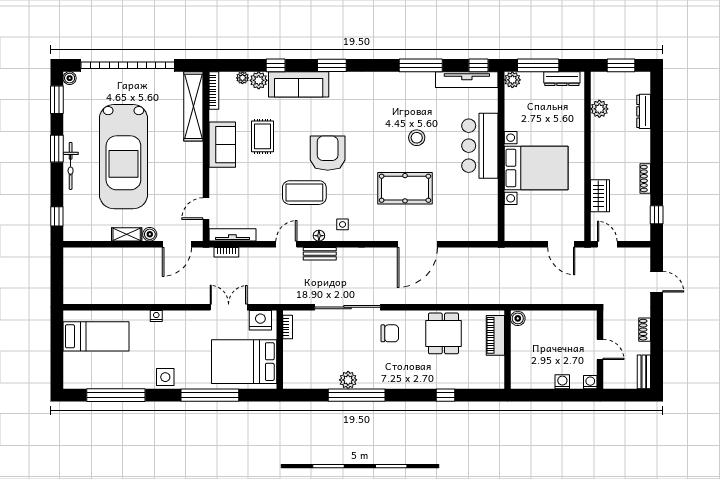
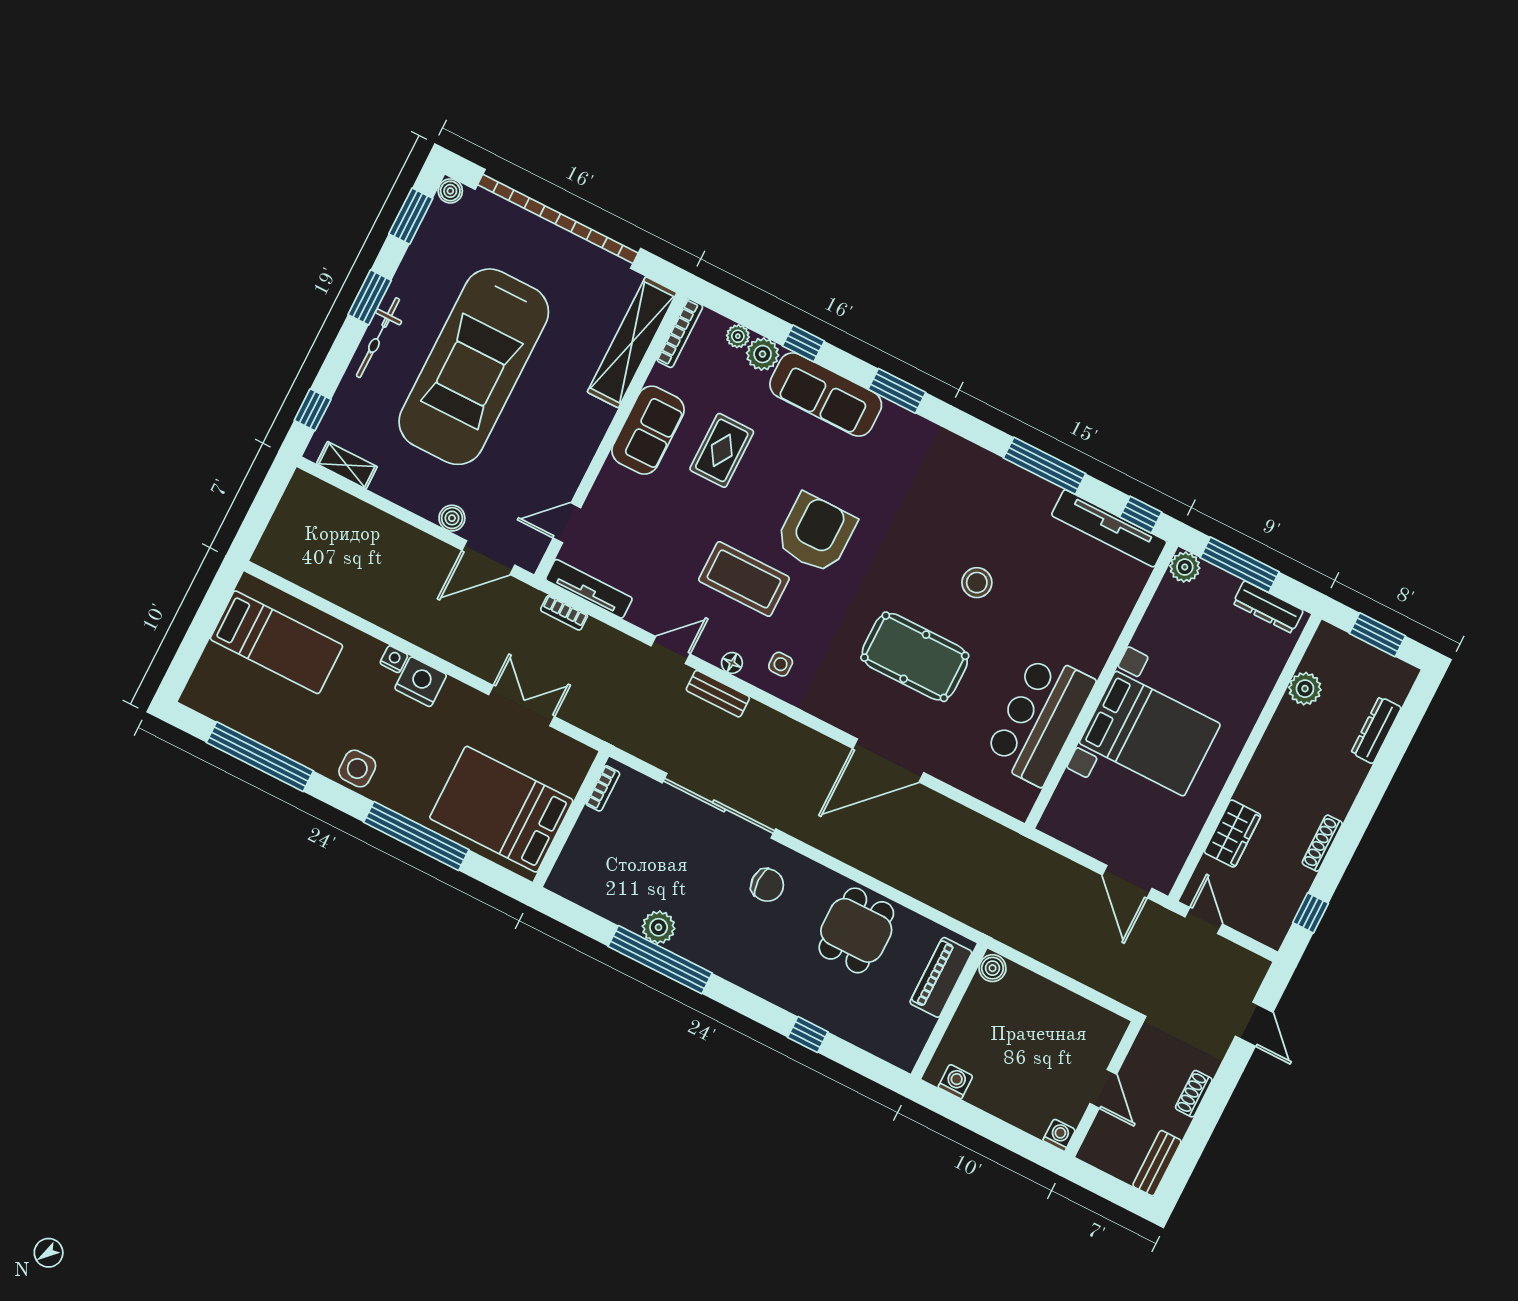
bar counter: (480, 146) -> (1040, 719), moved
shelving: (127, 234) -> (347, 465), moved
nightstand: (260, 320) -> (421, 682), moved
washing machine: (562, 382) -> (955, 1082), moved

